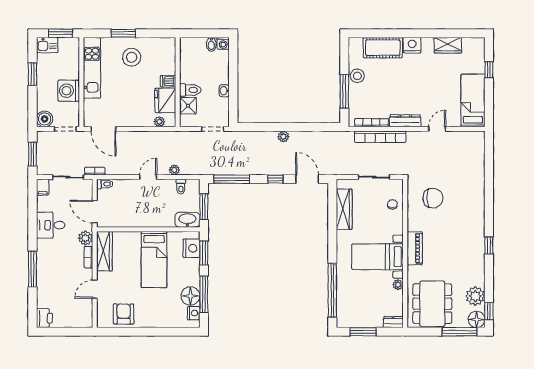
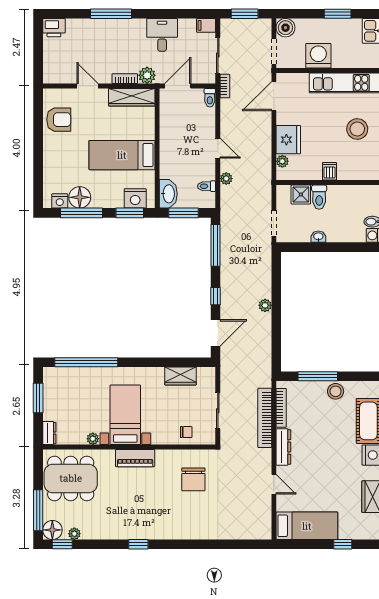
fridge: (165, 100) -> (288, 140), moved, turned 90
wardrobe: (344, 209) -> (181, 376), width x0.67
plant: (475, 296) -> (74, 534), width x0.53, depth x0.53

